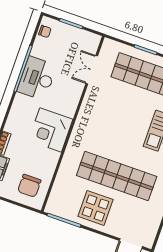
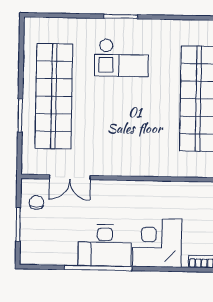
chair: (45, 31) -> (36, 202), moved
corner desk: (51, 130) -> (157, 243), moved, turned 180

